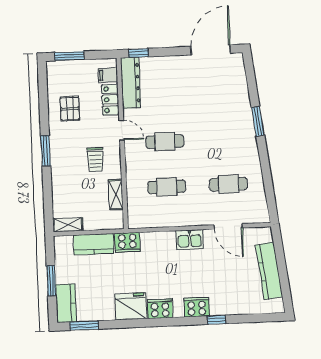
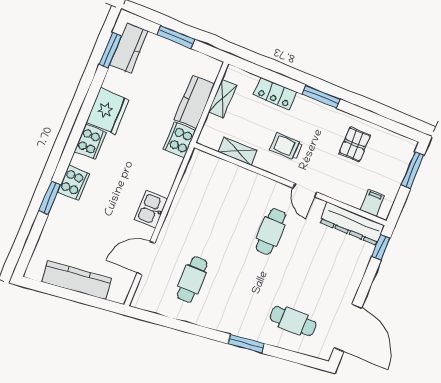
locker: (110, 100) -> (275, 94), moved, turned 180
pallet: (70, 109) -> (355, 144), turned 90
door: (122, 130) -> (305, 190), hinge flipped
cafe table: (167, 187) -> (293, 321), moved, turned 90
shelving: (68, 225) -> (222, 99), moved
kitchen counter: (66, 303) -> (129, 48), moved, turned -90
window: (216, 320) -> (50, 198), width x1.50

